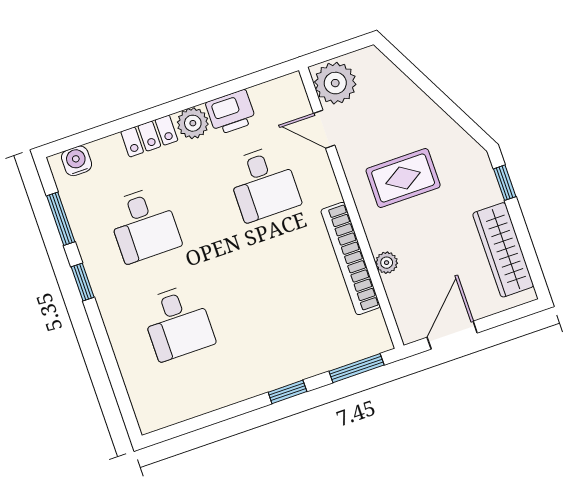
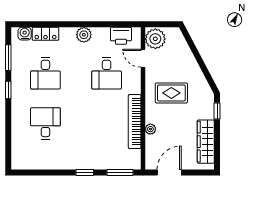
printer: (231, 112) -> (121, 36), moved
locker: (149, 136) -> (45, 34), moved
desk: (177, 322) -> (45, 123), turned 180

